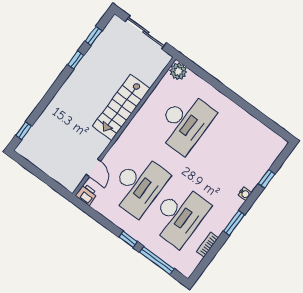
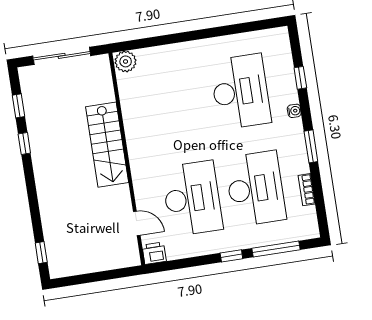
desk: (185, 123) -> (240, 92), moved

